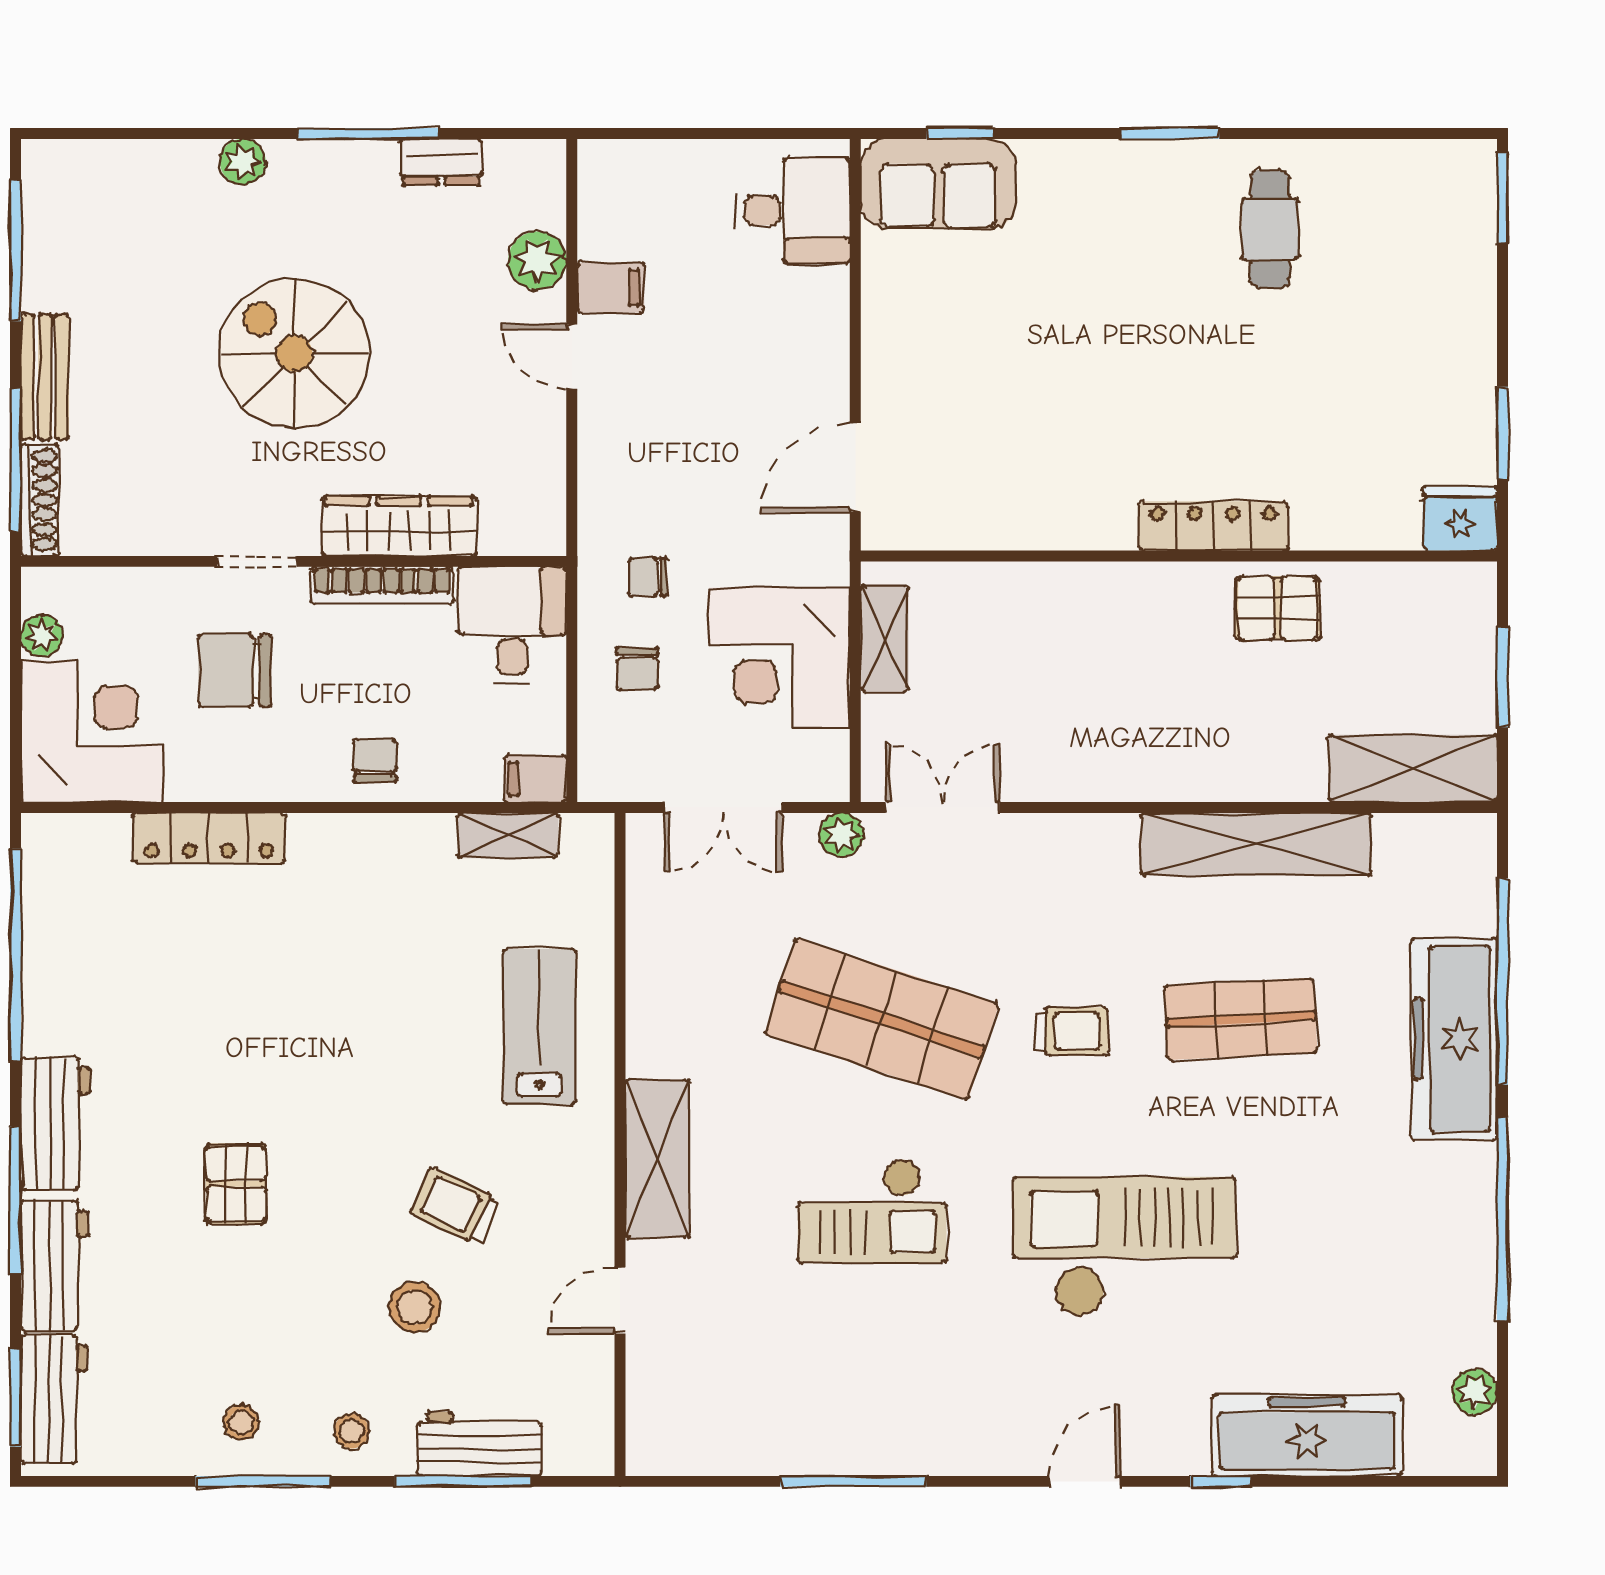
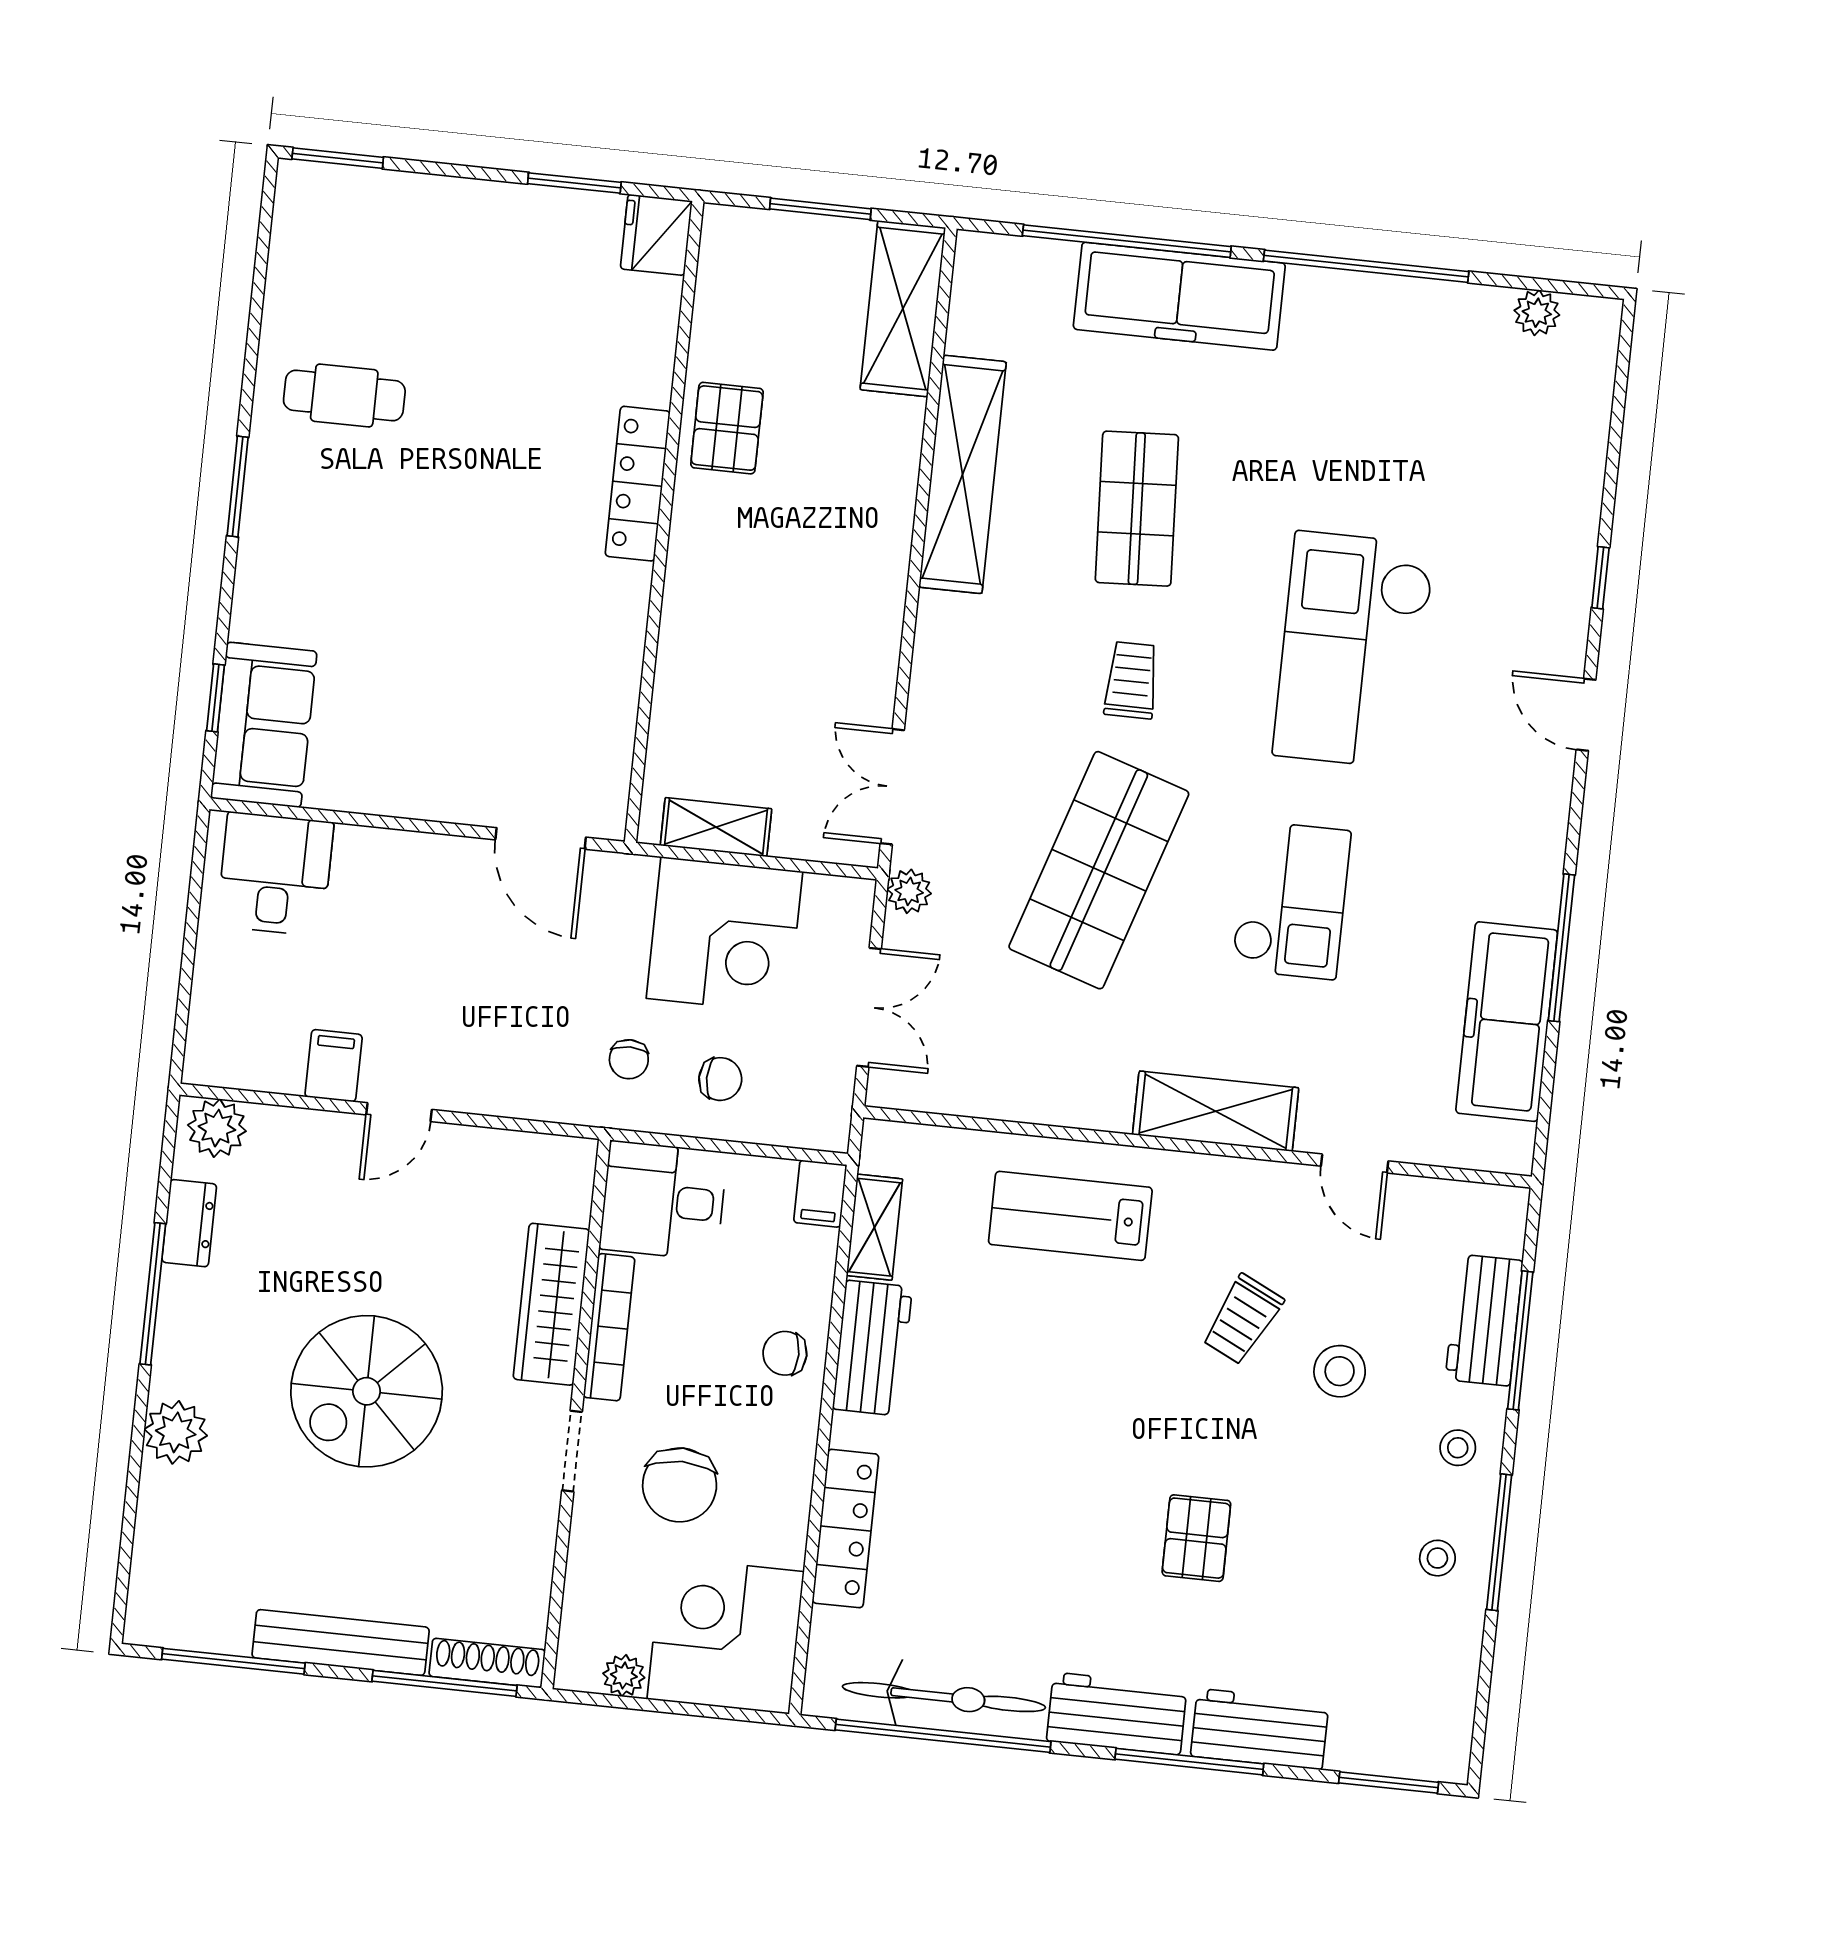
plant: (243, 162) -> (176, 1432), width x1.38, depth x1.38
plant: (537, 260) -> (217, 1128), moved
bench: (45, 377) -> (341, 1643), width x1.36
bicycle: (54, 952) -> (944, 1697), added
pallet: (236, 1184) -> (1196, 1538), turned 90
workbench: (54, 1399) -> (872, 1348), moved, turned 90
freezer: (1307, 1435) -> (1507, 1022), moved

